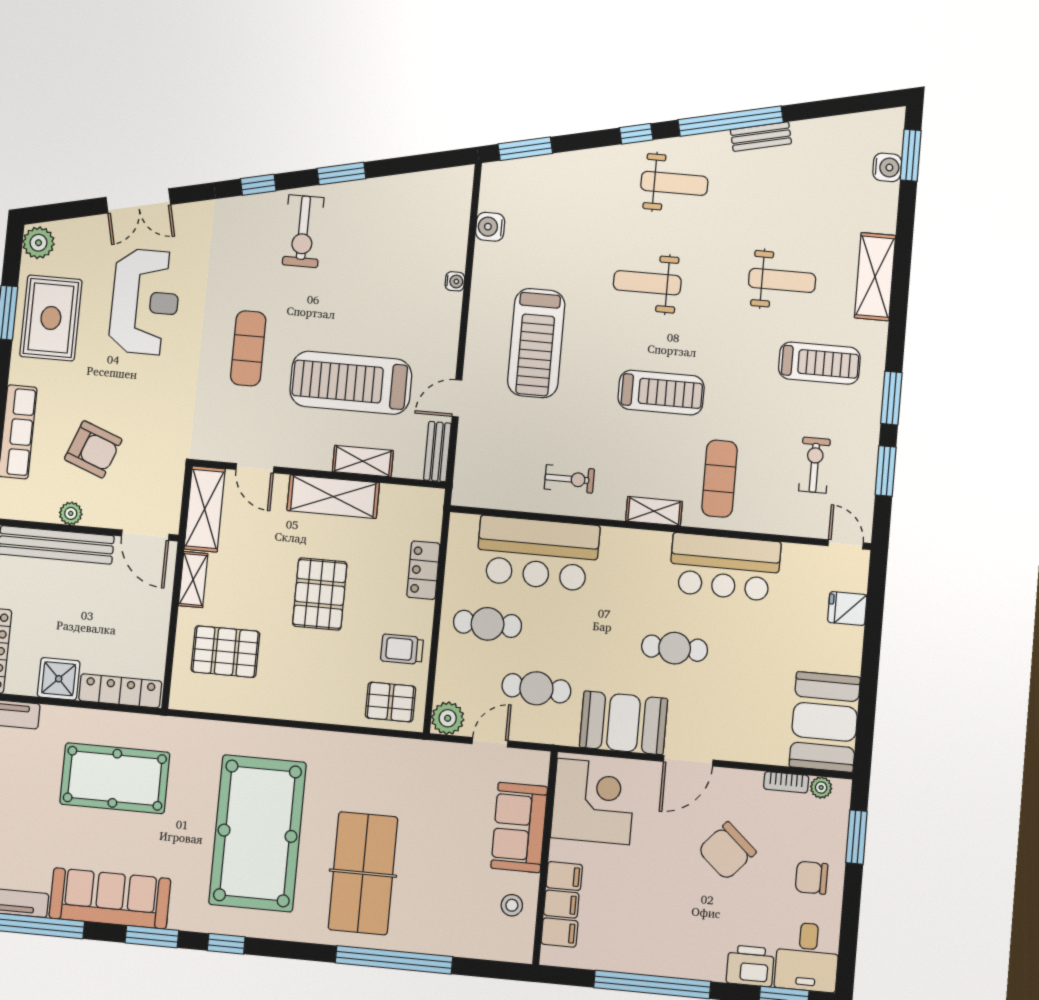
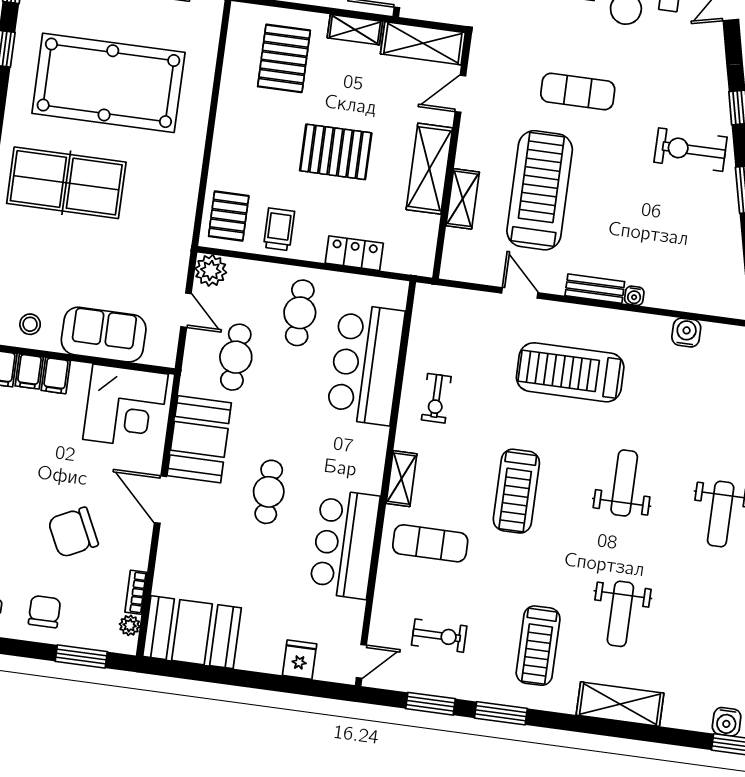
bench: (437, 452) -> (595, 289), moved
chair: (727, 851) -> (73, 532), turned -68

